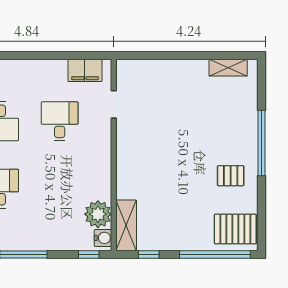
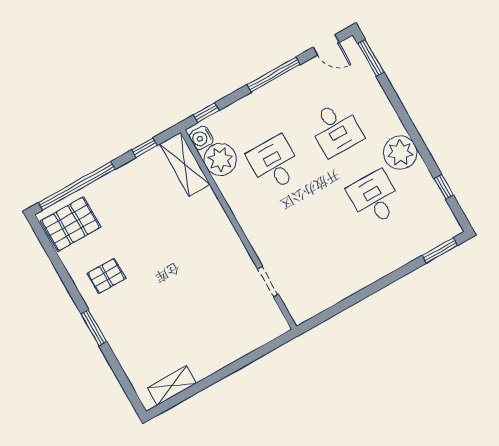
filing cabinet: (85, 70) -> (317, 300), removed
desk: (60, 121) -> (275, 163), moved, turned 180
window: (261, 143) -> (94, 328), width x0.47

